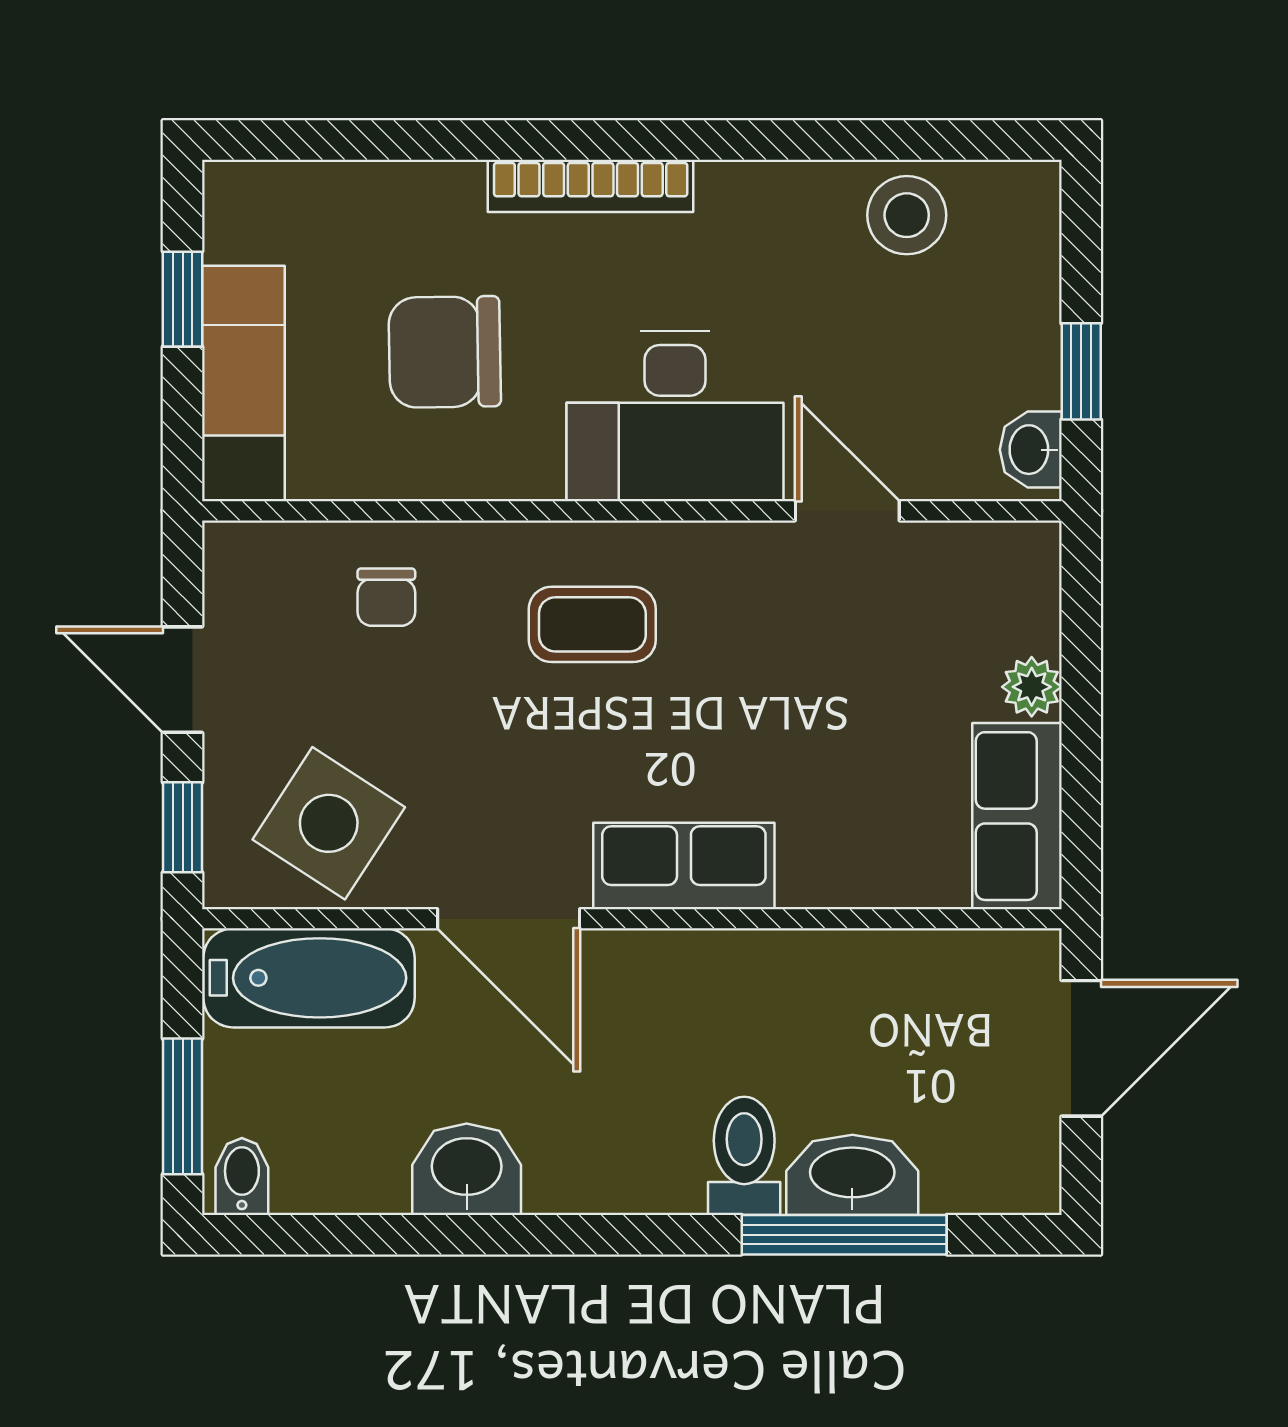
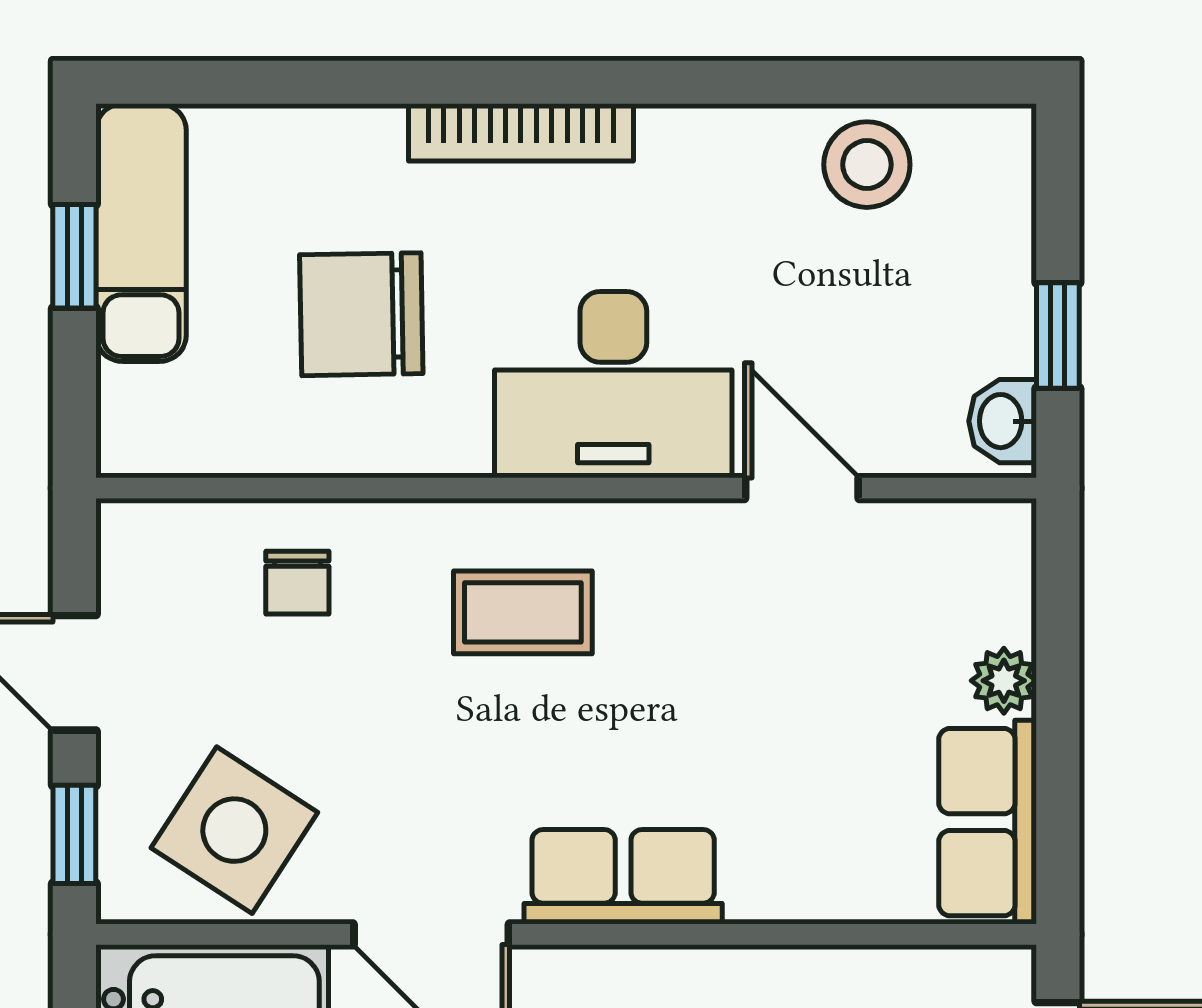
exam couch: (243, 384) -> (141, 233), moved

